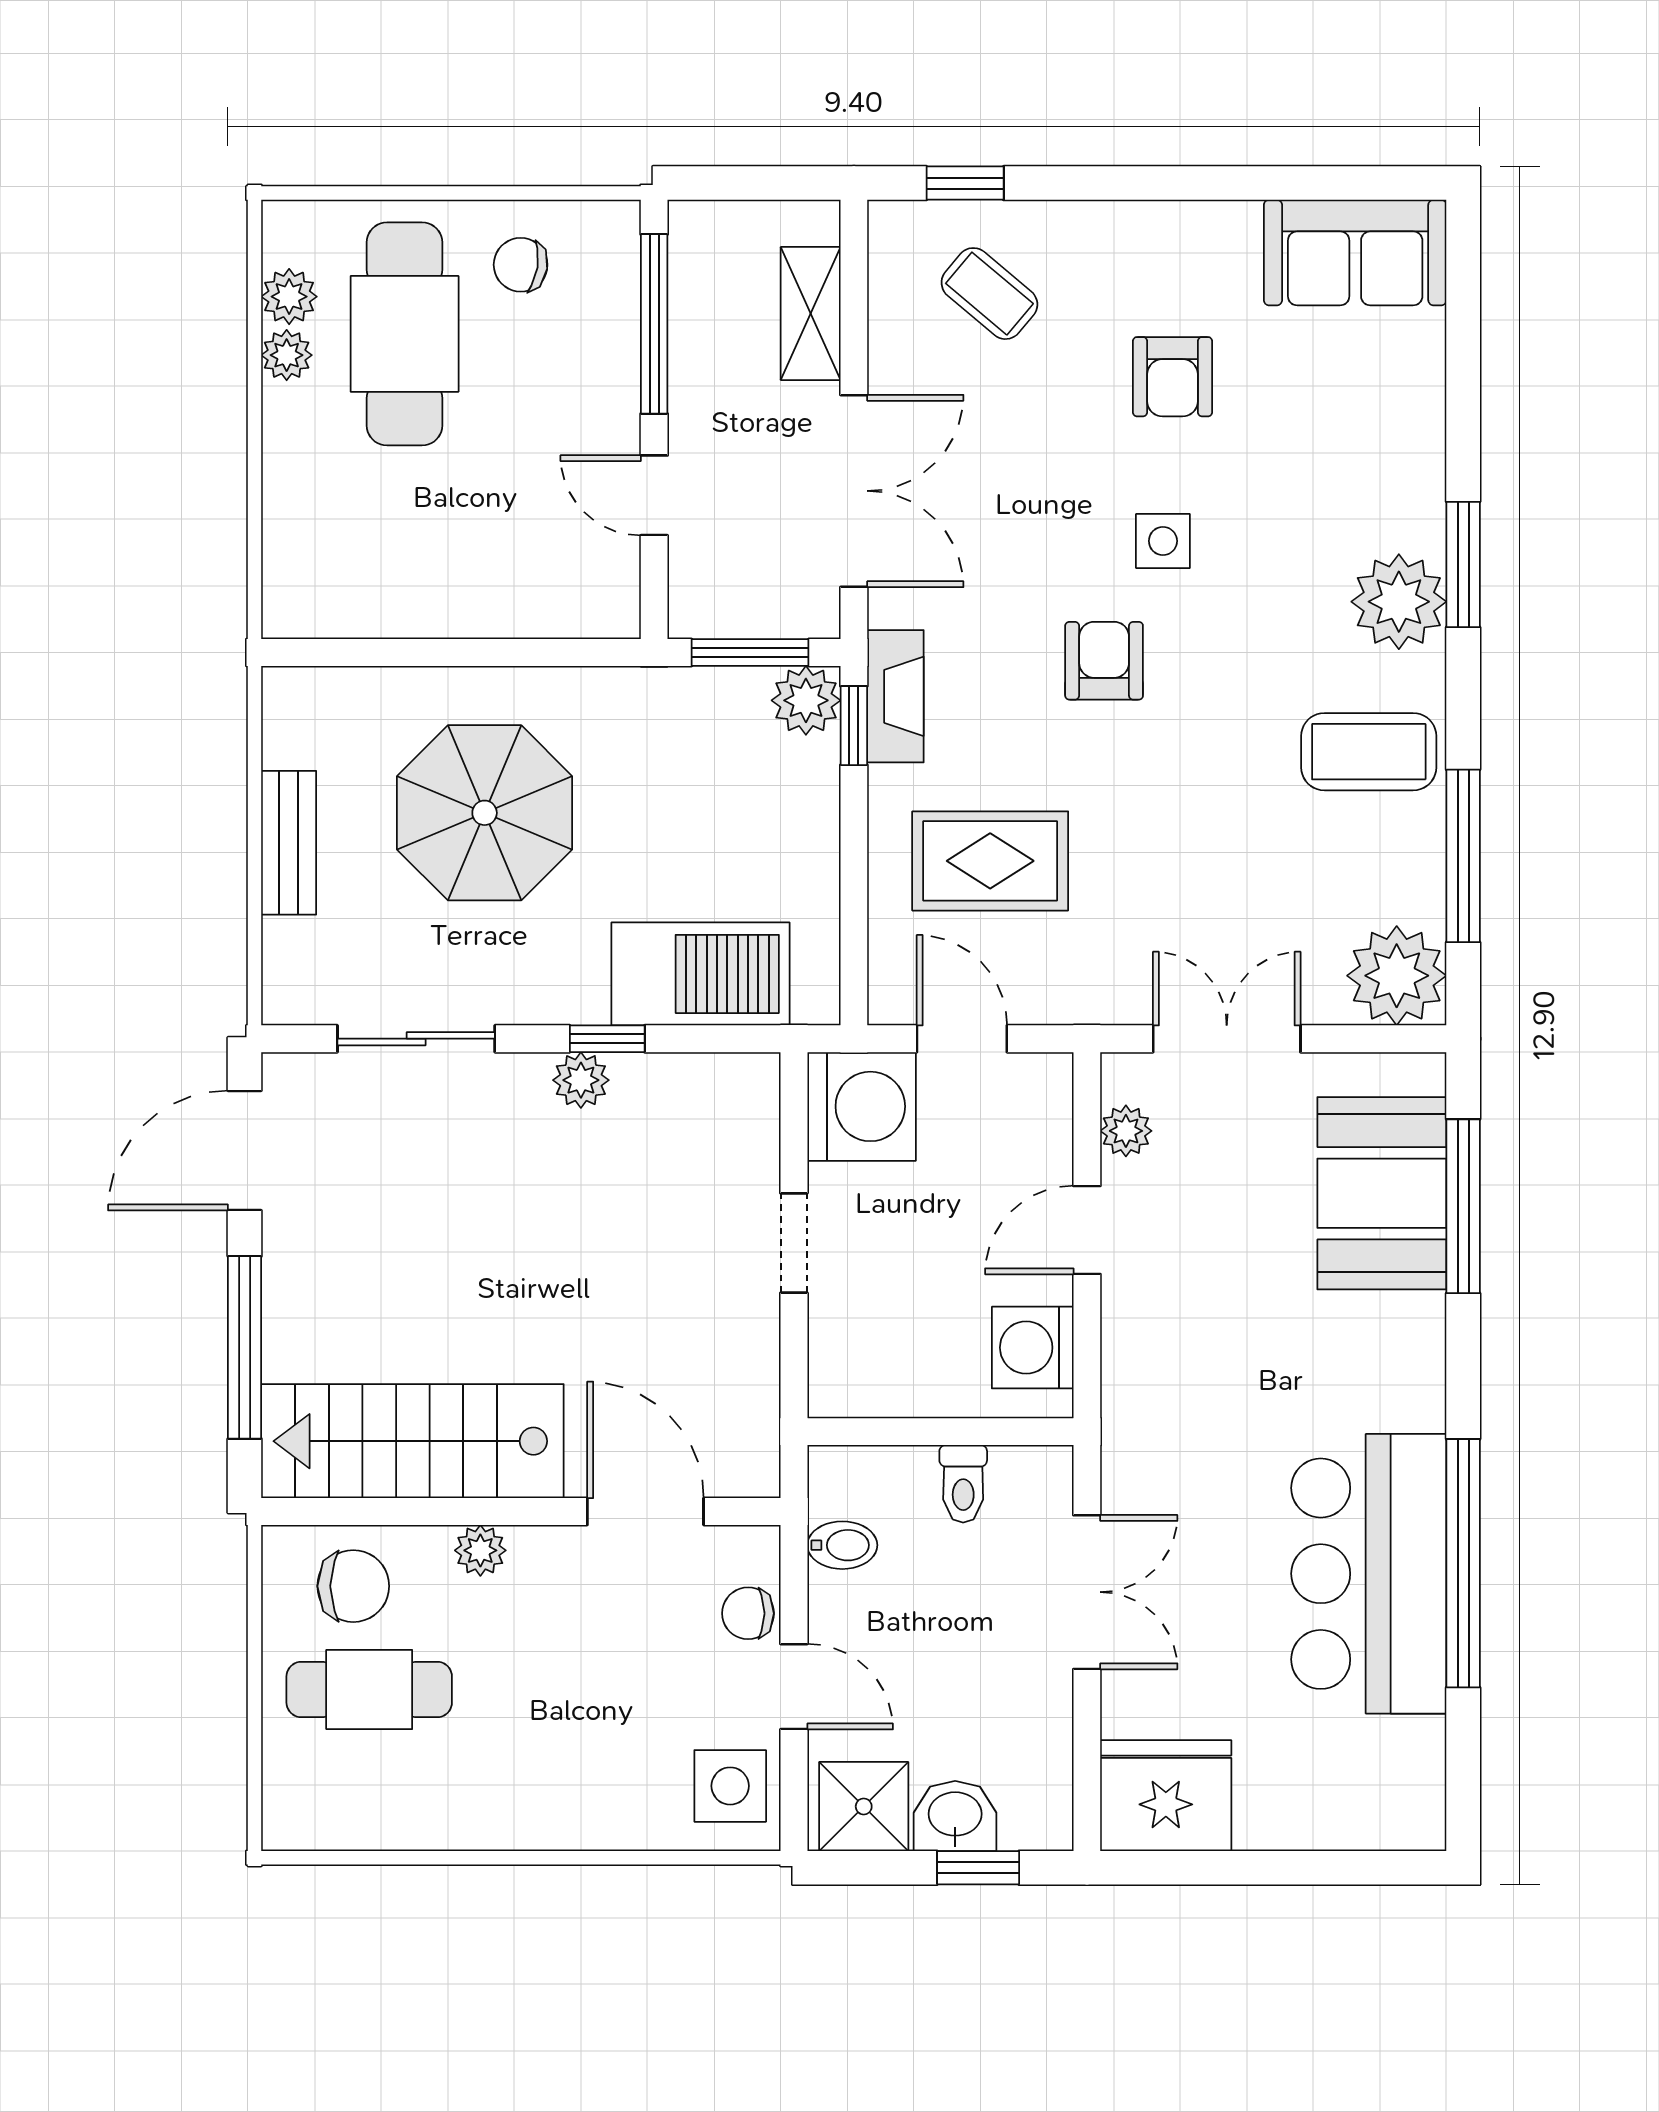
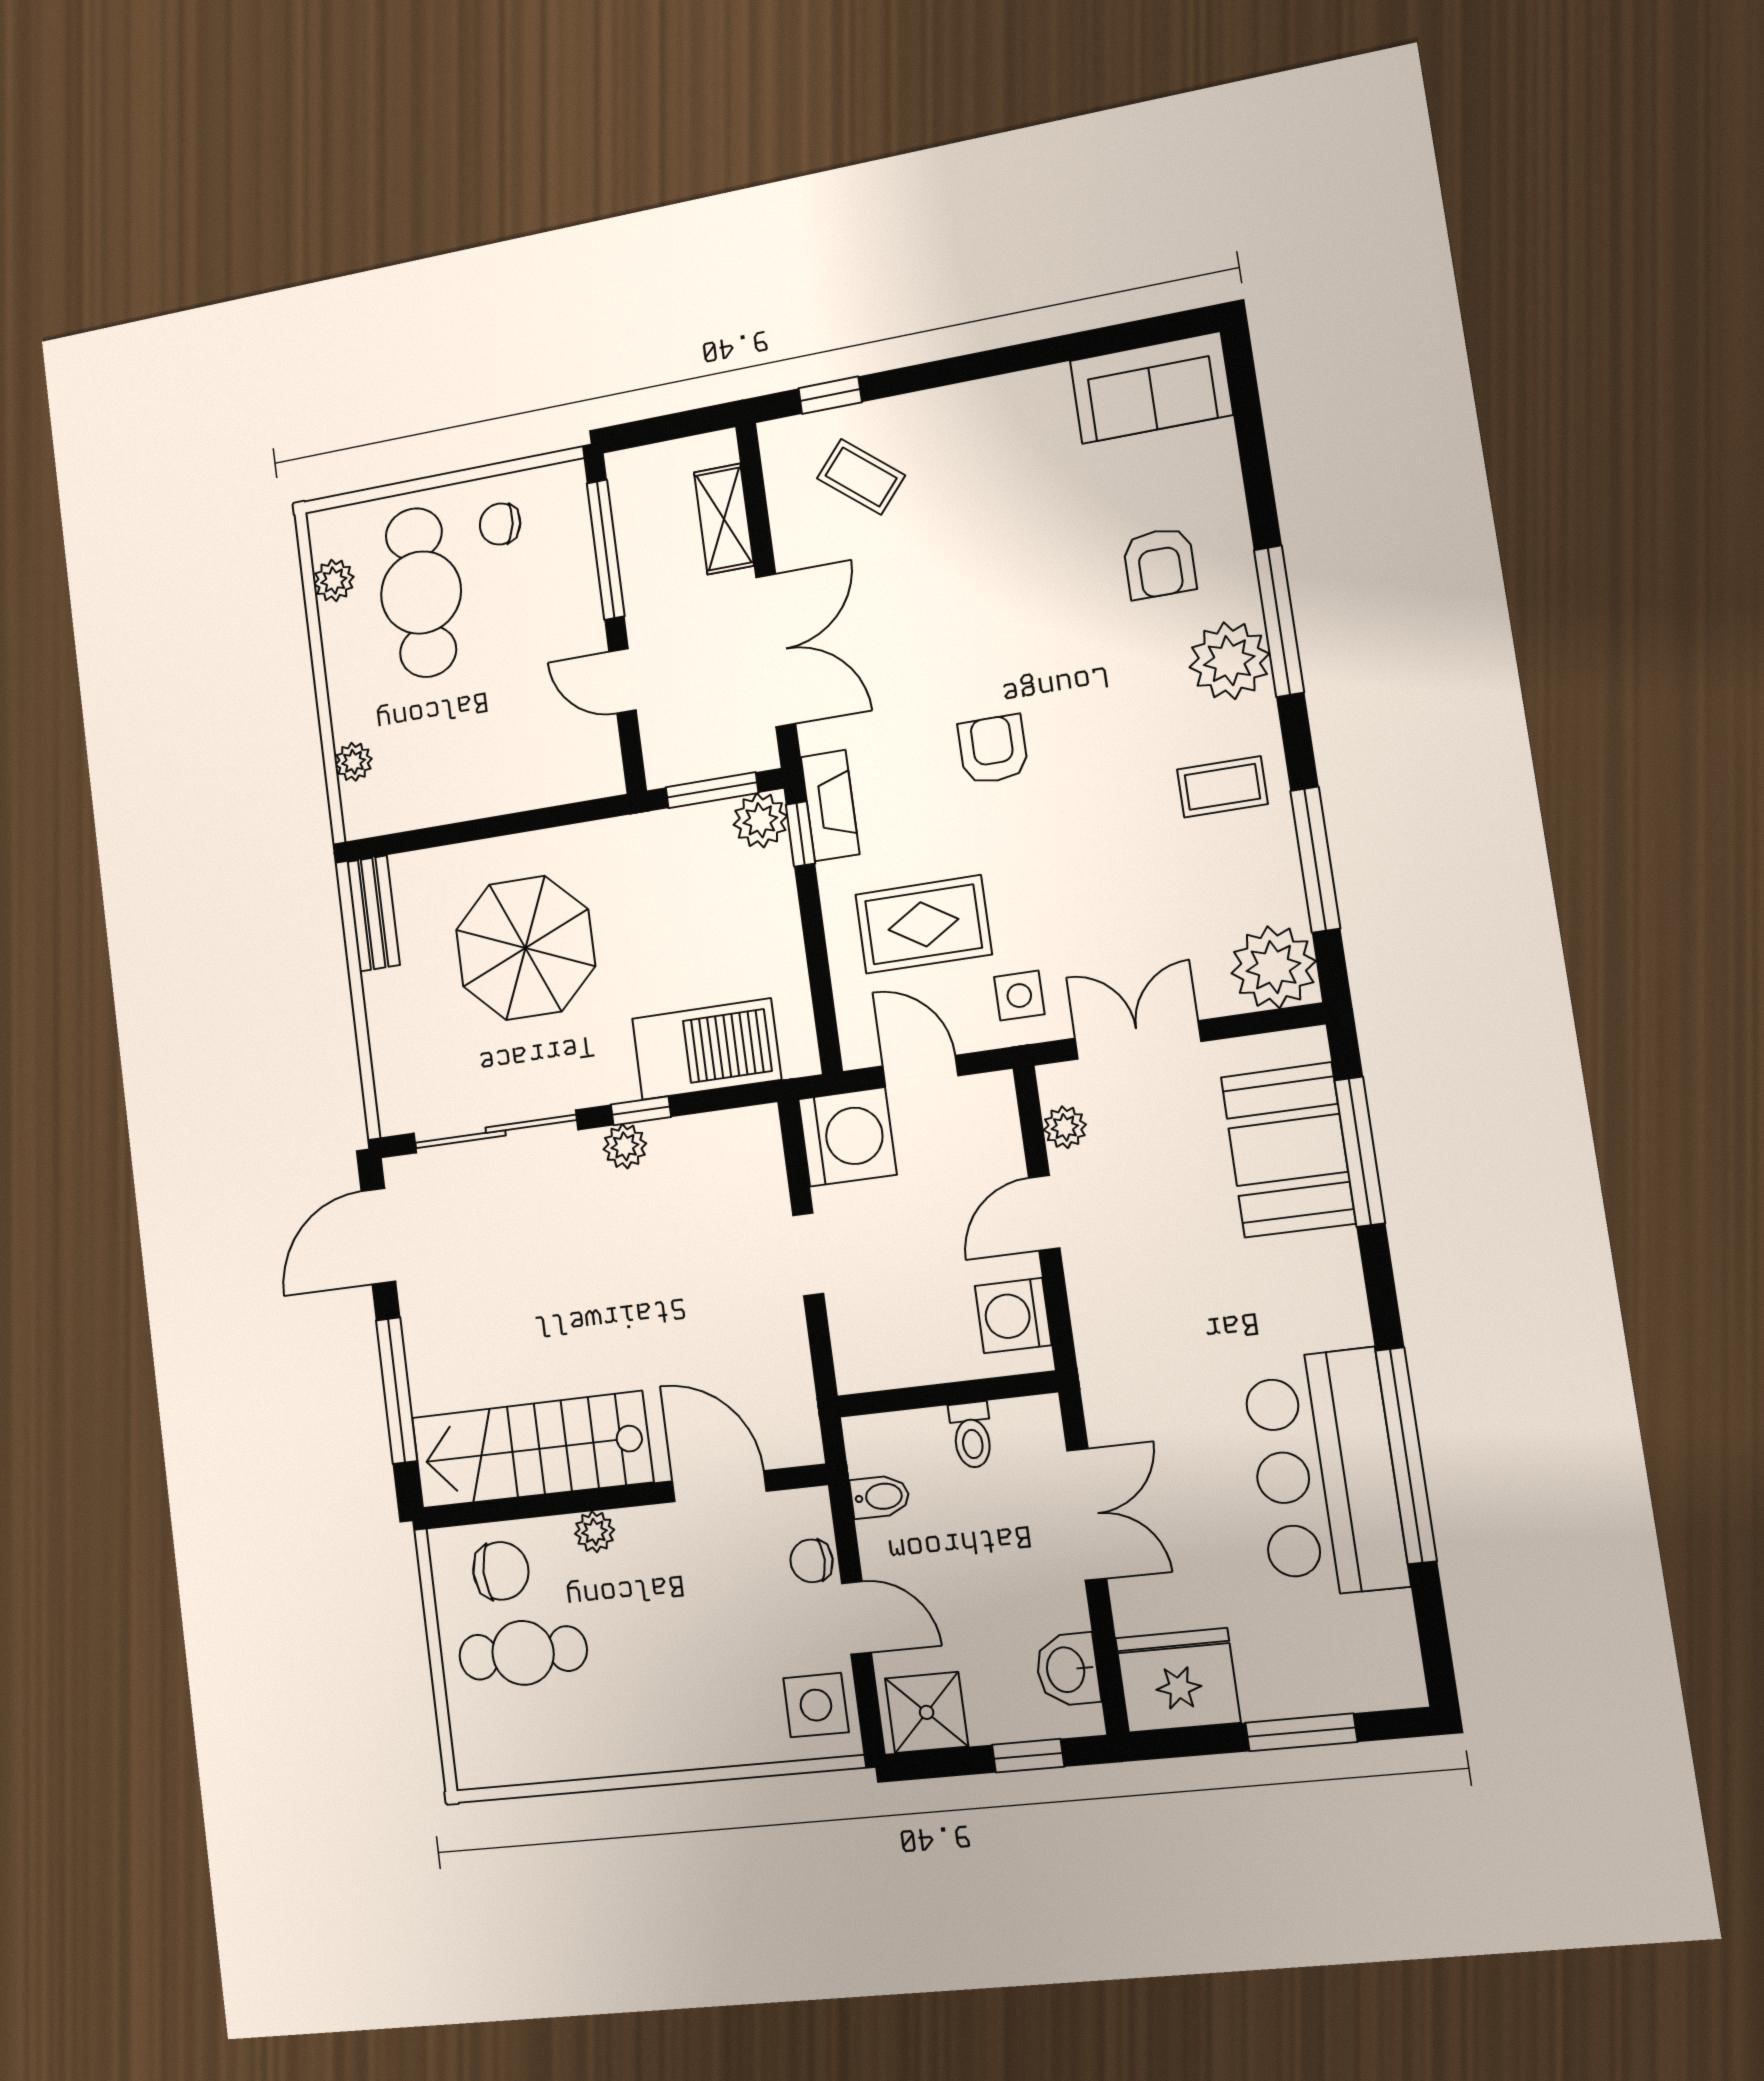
plant: (287, 355) -> (354, 762), moved
armchair: (1172, 377) -> (1159, 563), moved
side table: (1163, 541) -> (1019, 996), moved
window: (1463, 564) -> (1279, 621), width x1.44
coffee table: (1369, 752) -> (1222, 787), width x0.73, depth x0.77
bench: (289, 843) -> (373, 913), moved
sliding door: (416, 1039) -> (496, 1131), width x1.37
washbasin: (955, 1816) -> (1067, 1670), moved, turned -90
window: (1299, 1868) -> (1301, 1732), added

